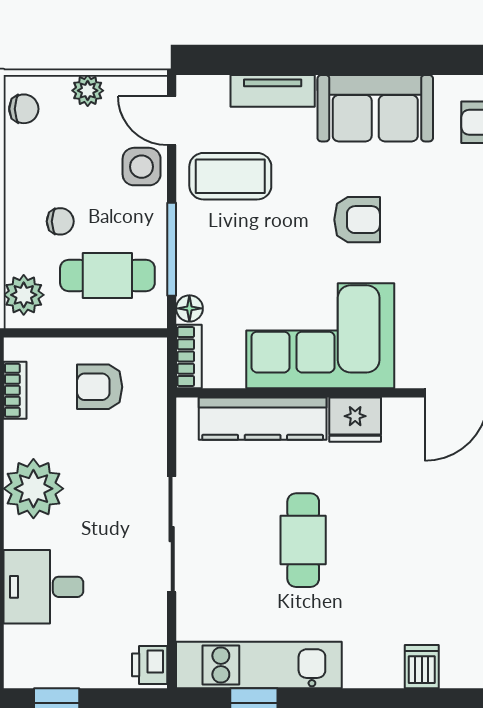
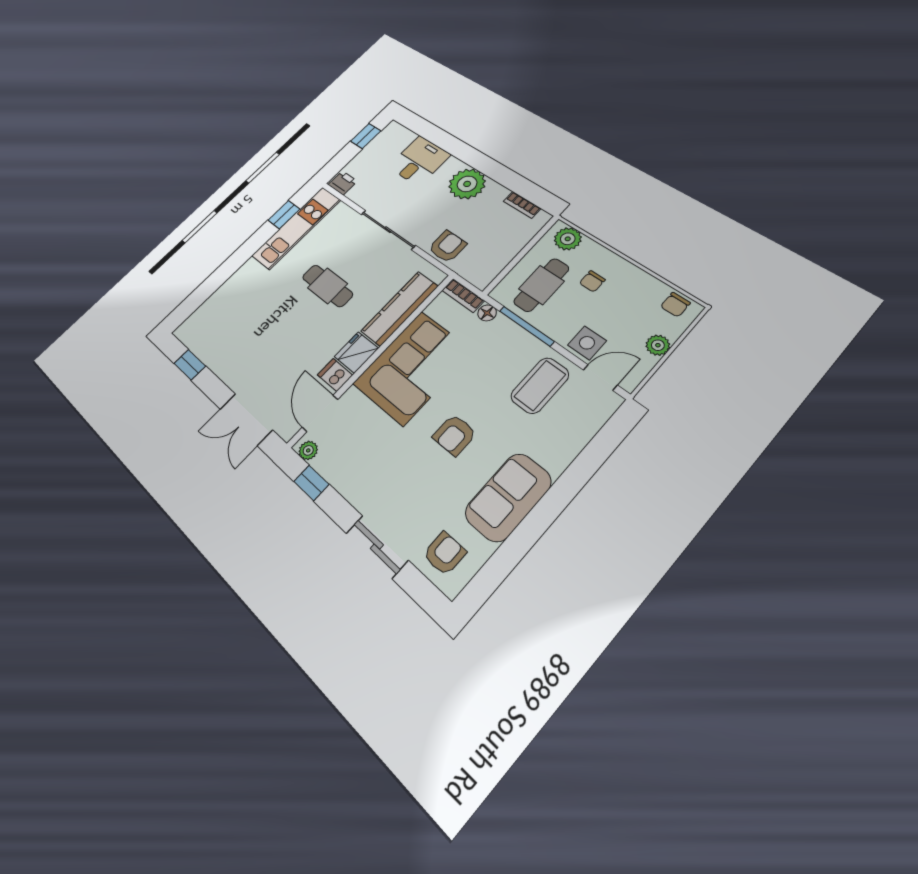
tv unit: (273, 91) -> (570, 446), removed
armchair: (100, 387) -> (447, 246), moved
dishwasher: (422, 667) -> (335, 375), moved, turned 180

